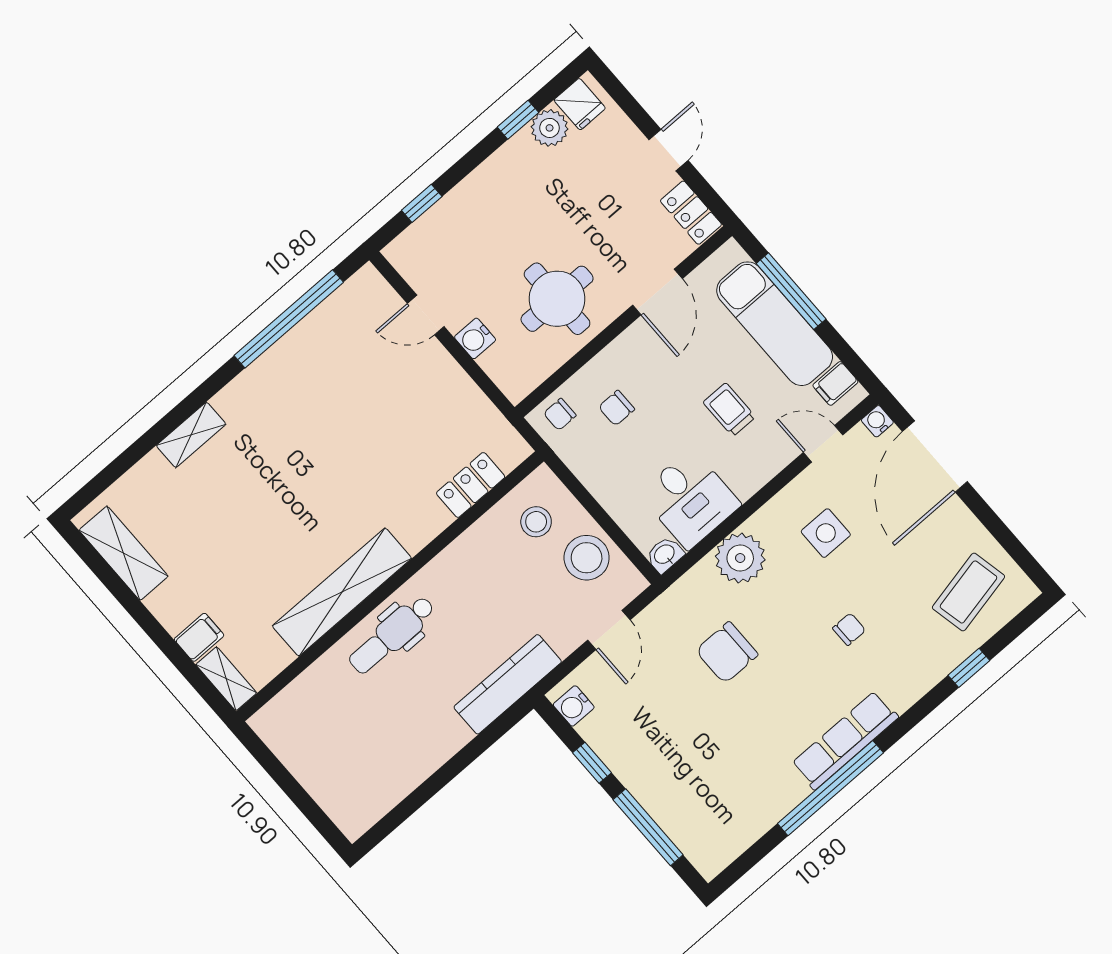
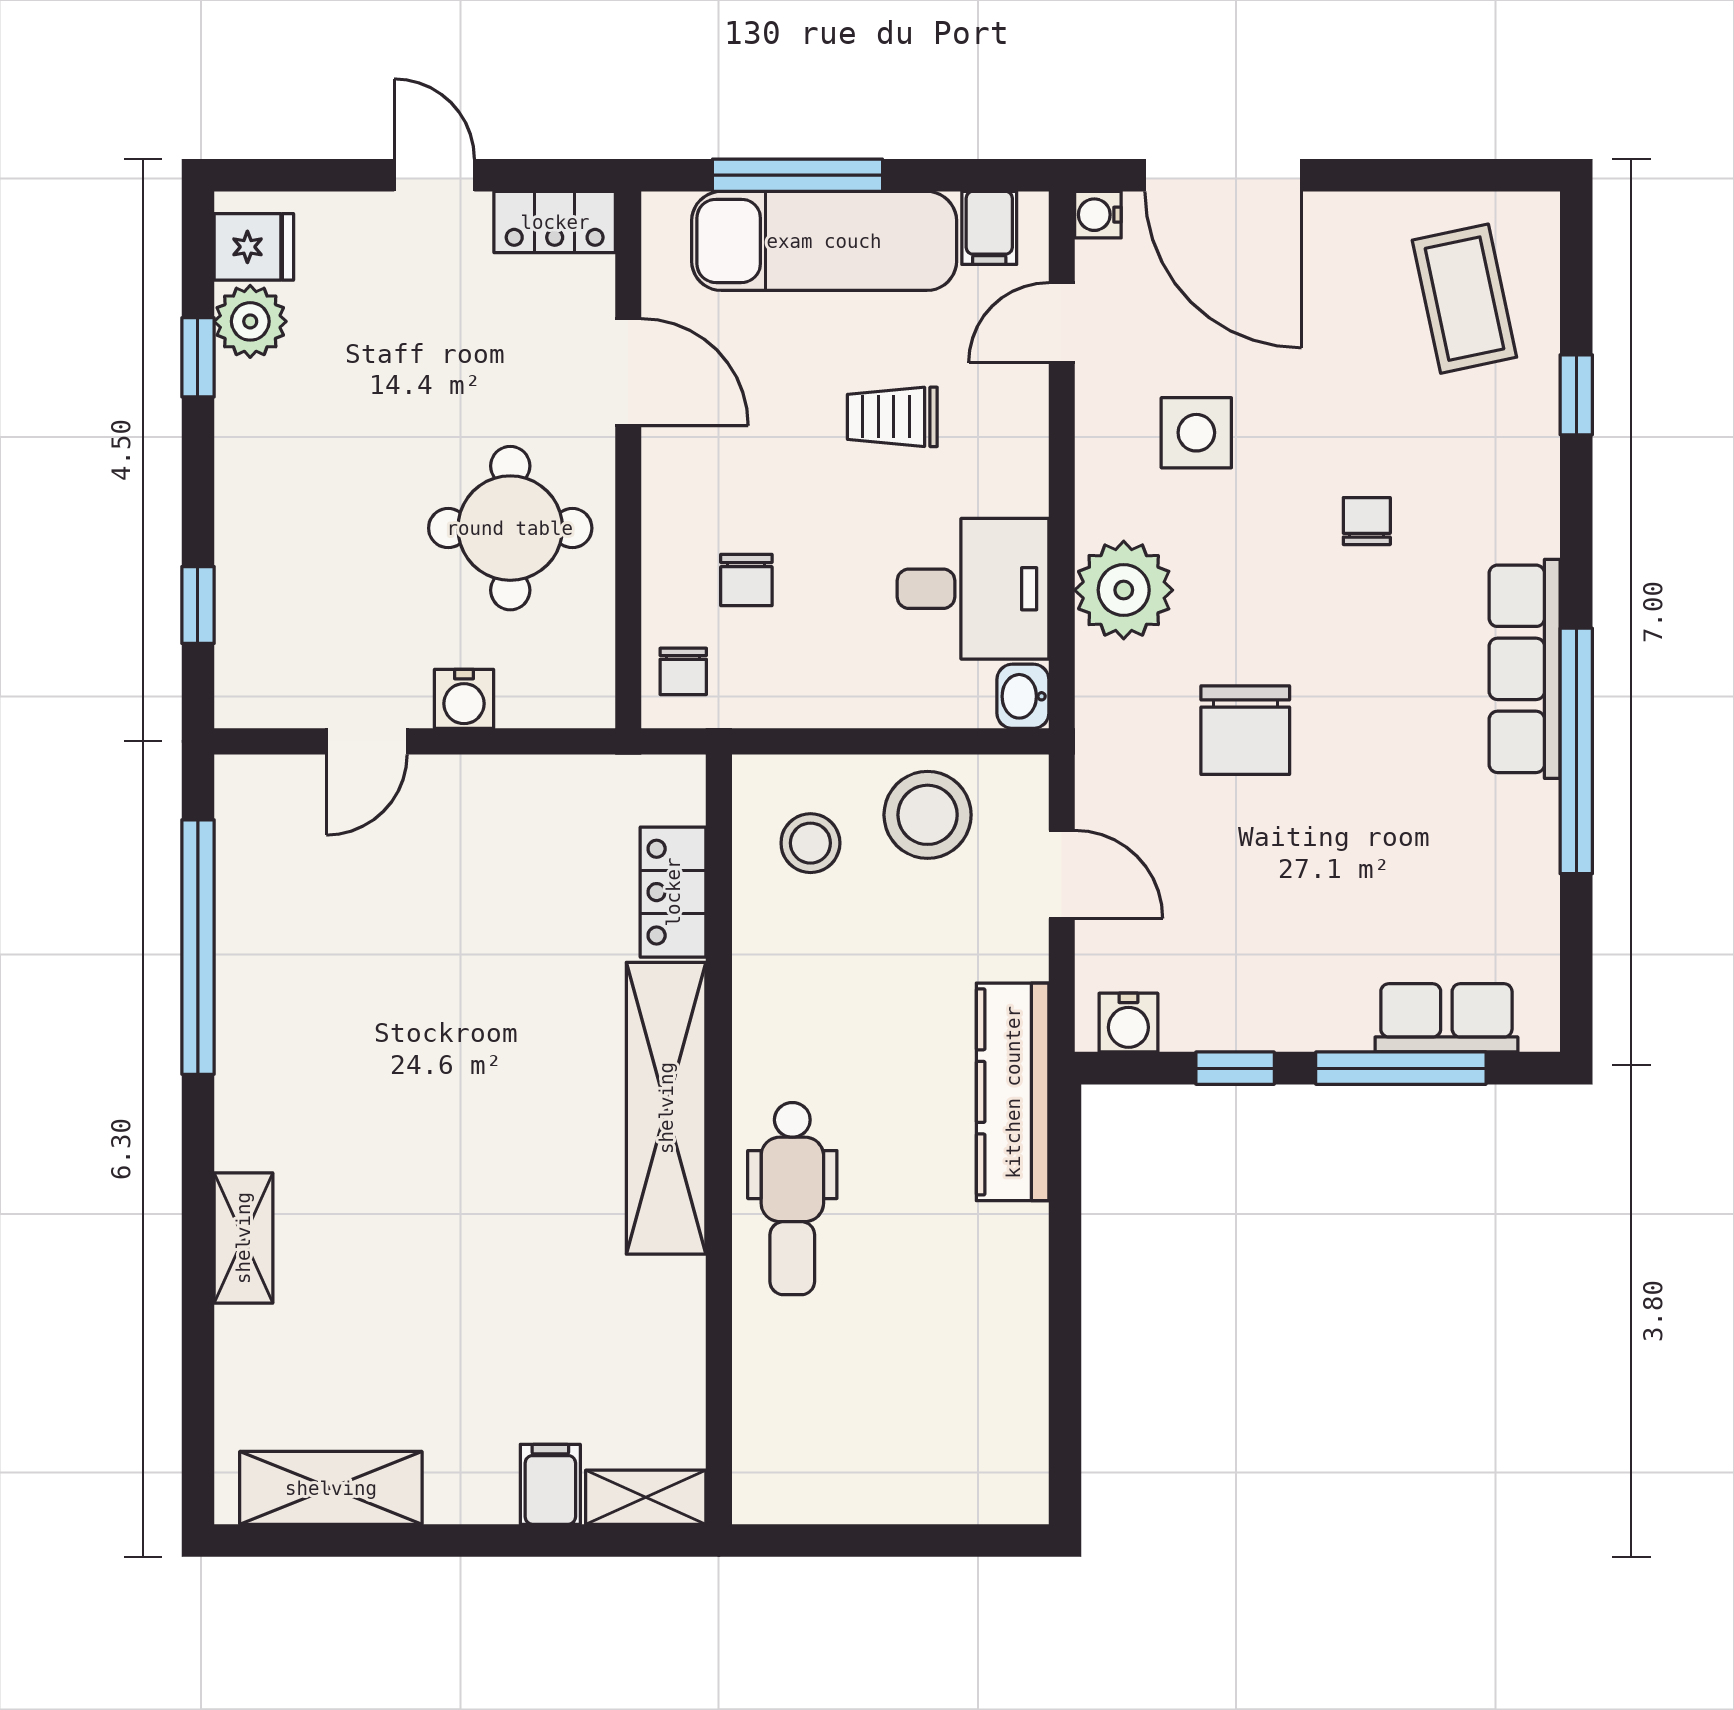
shelving: (342, 592) -> (666, 1108), moved
row of seats: (683, 828) -> (1446, 1018), added

